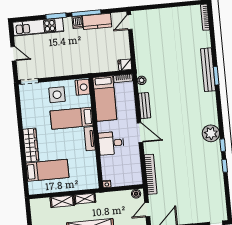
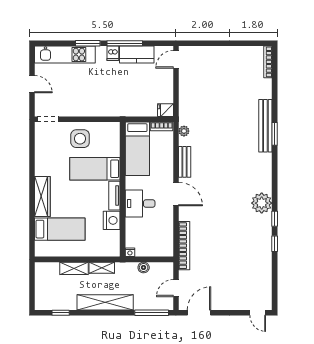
nightstand: (83, 87) -> (112, 220), moved
boiler: (136, 194) -> (144, 267), moved

